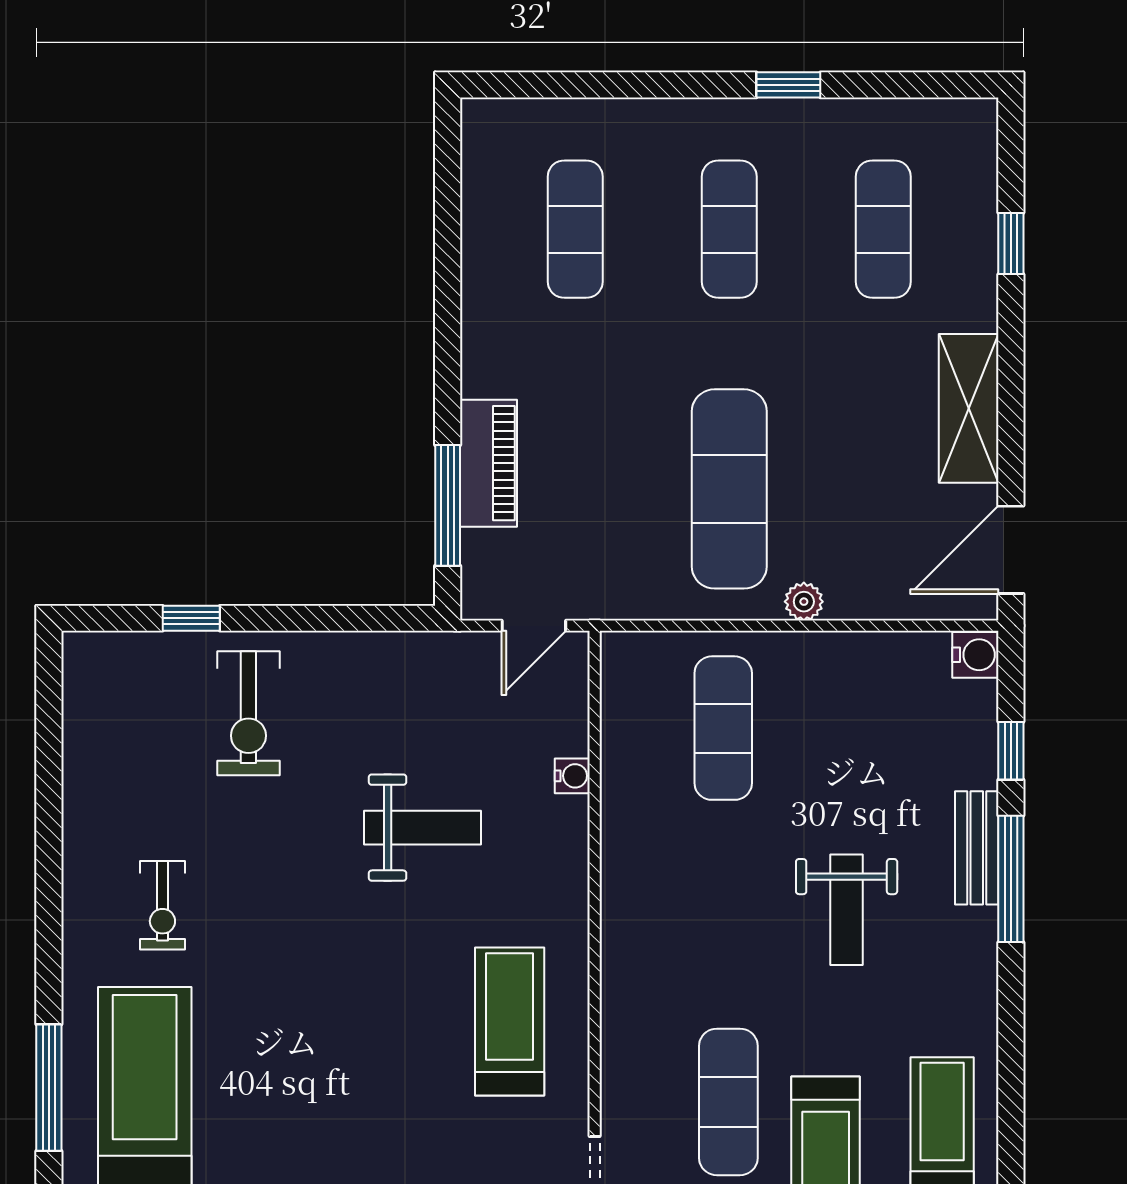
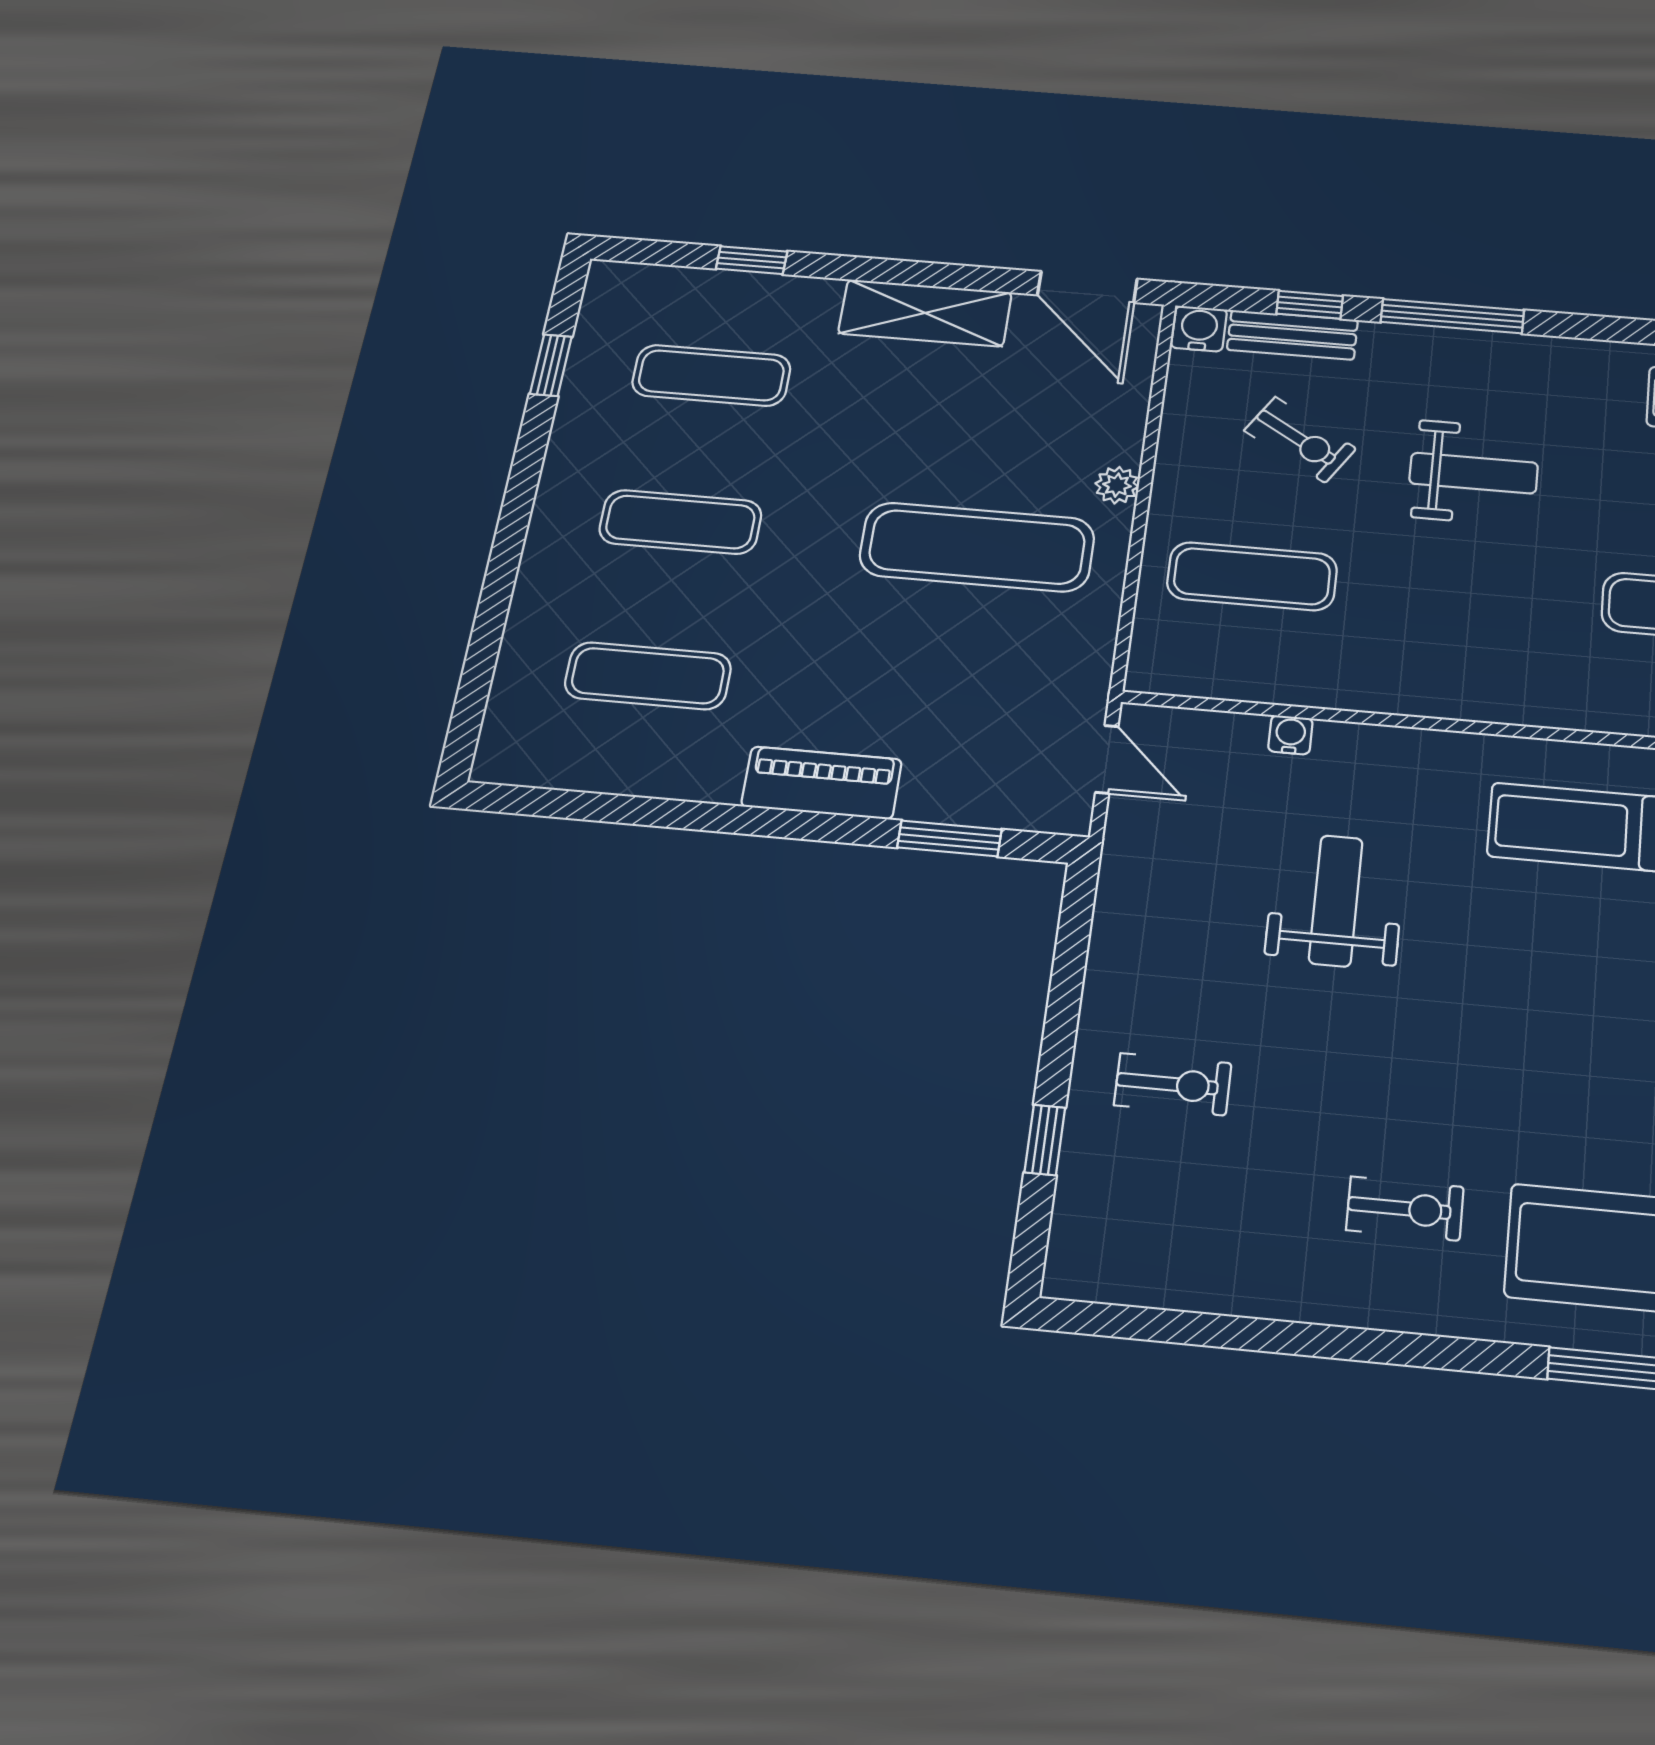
window: (788, 85) -> (551, 365), moved
piano: (489, 463) -> (822, 783), moved
window: (448, 505) -> (949, 839), width x0.69
exercise bike: (248, 713) -> (1173, 1084), width x0.73, depth x0.72
exercise bike: (866, 756) -> (1300, 440), added
bench: (977, 848) -> (1292, 335), moved

